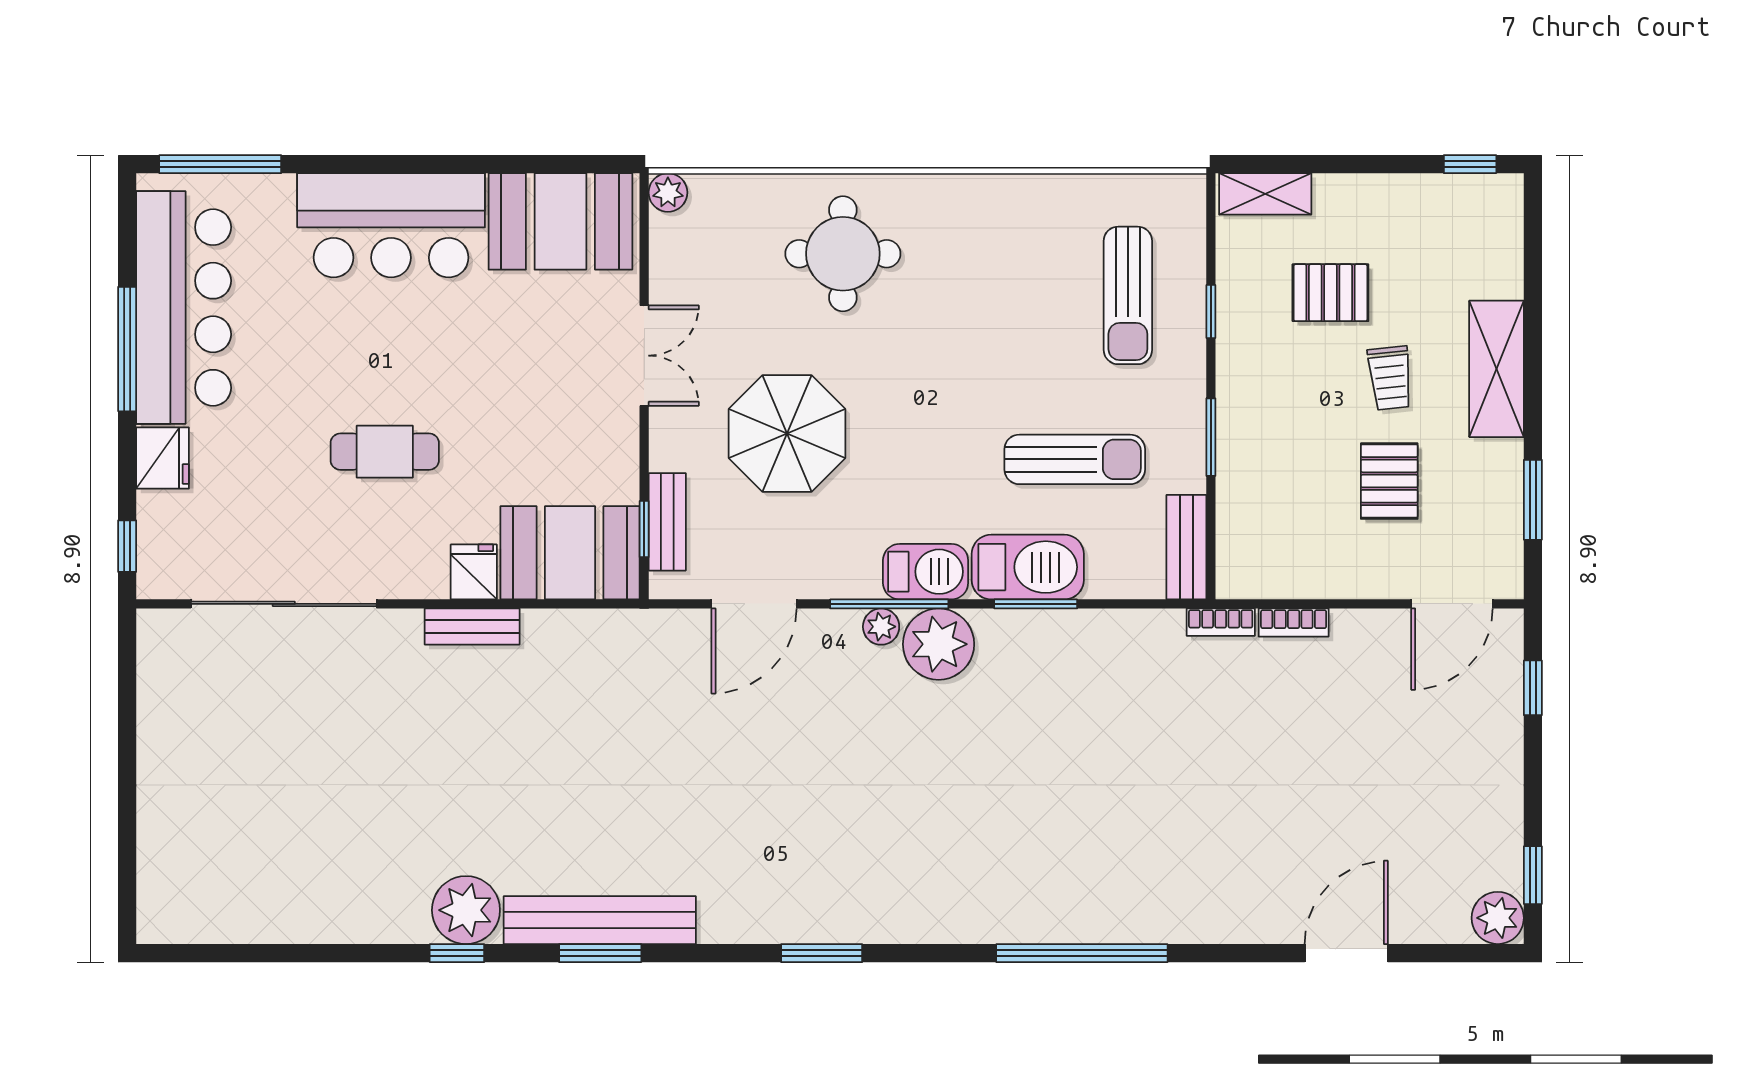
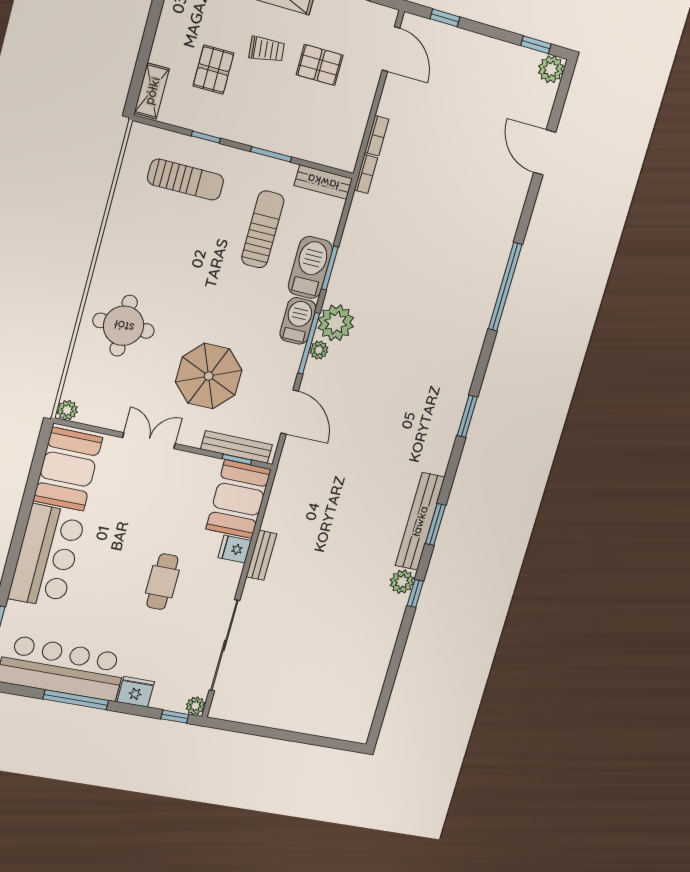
bench: (667, 522) -> (237, 447), width x1.36
plant: (155, 580) -> (195, 706), added
plant: (466, 910) -> (402, 582), width x0.73, depth x0.73

